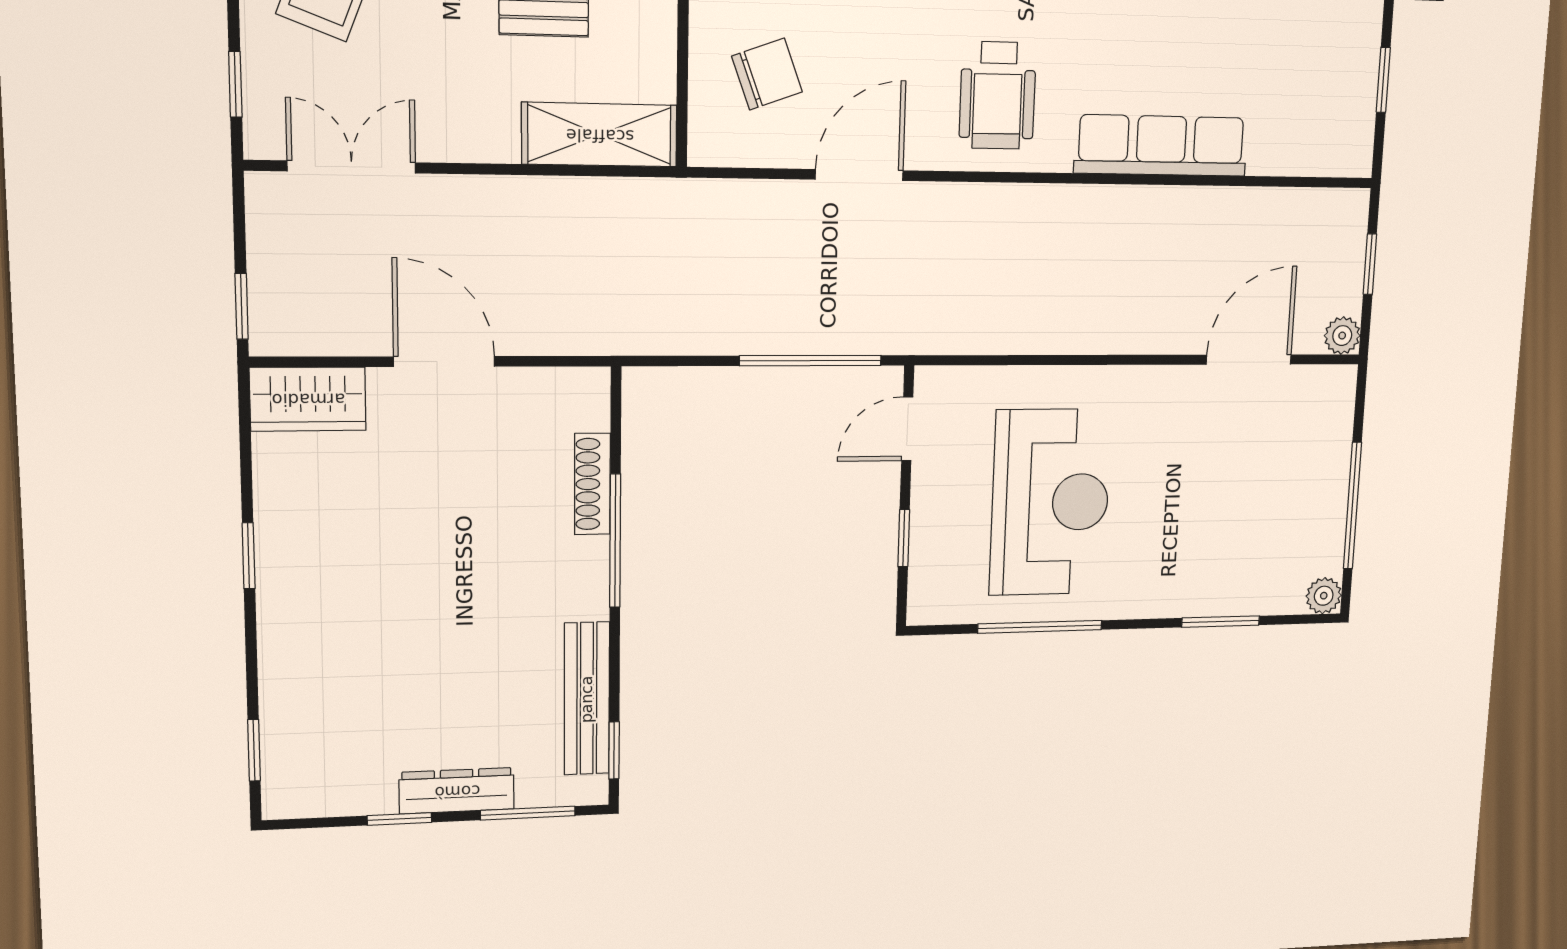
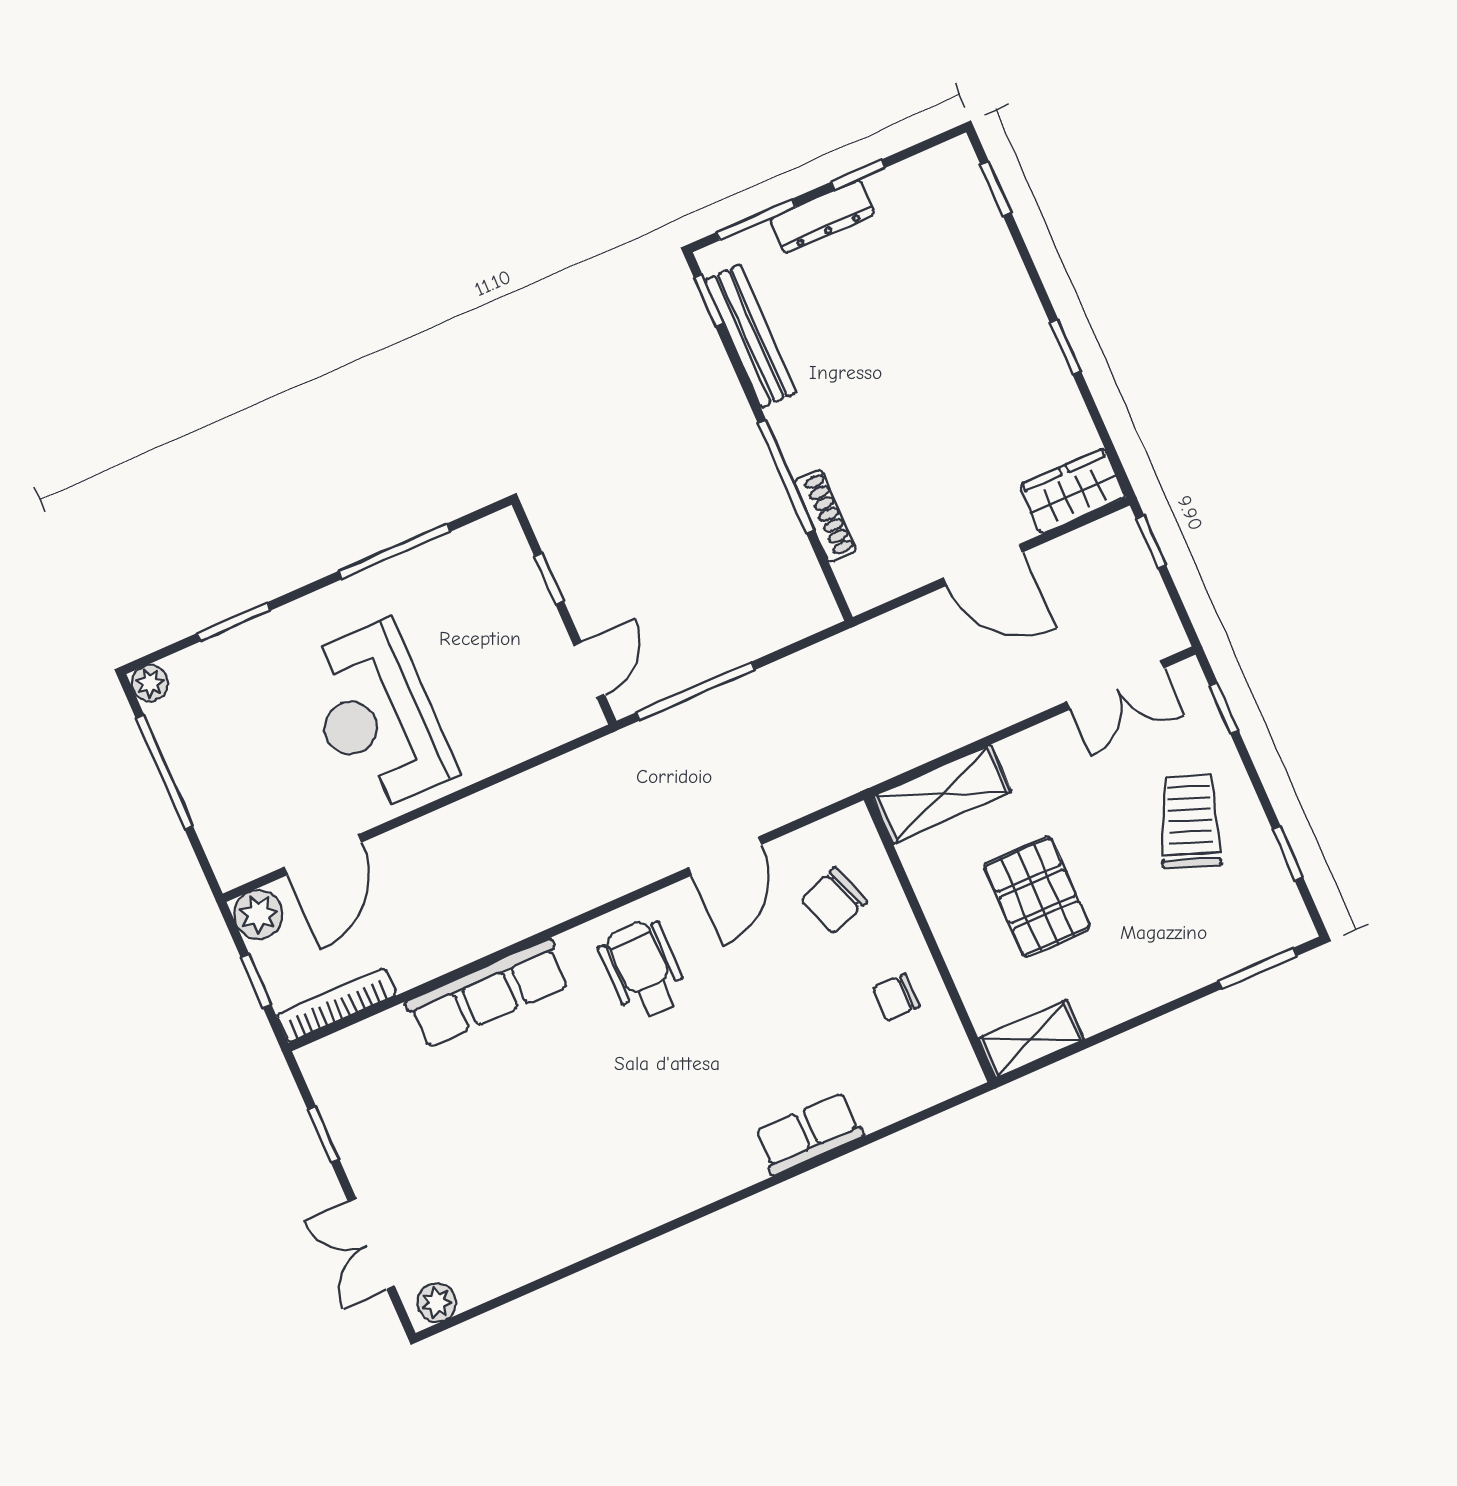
bookcase: (1309, 204) -> (336, 1005), added
plant: (1342, 336) -> (258, 914), width x1.38, depth x1.38
reception desk: (1050, 502) -> (377, 717), moved

